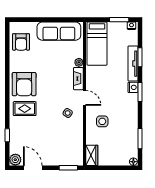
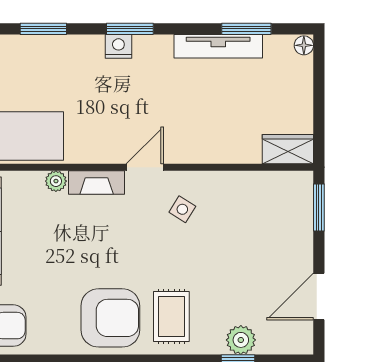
tv unit: (133, 64) -> (218, 46), moved
side table: (102, 121) -> (203, 123), removed
plant: (15, 160) -> (241, 340), moved

